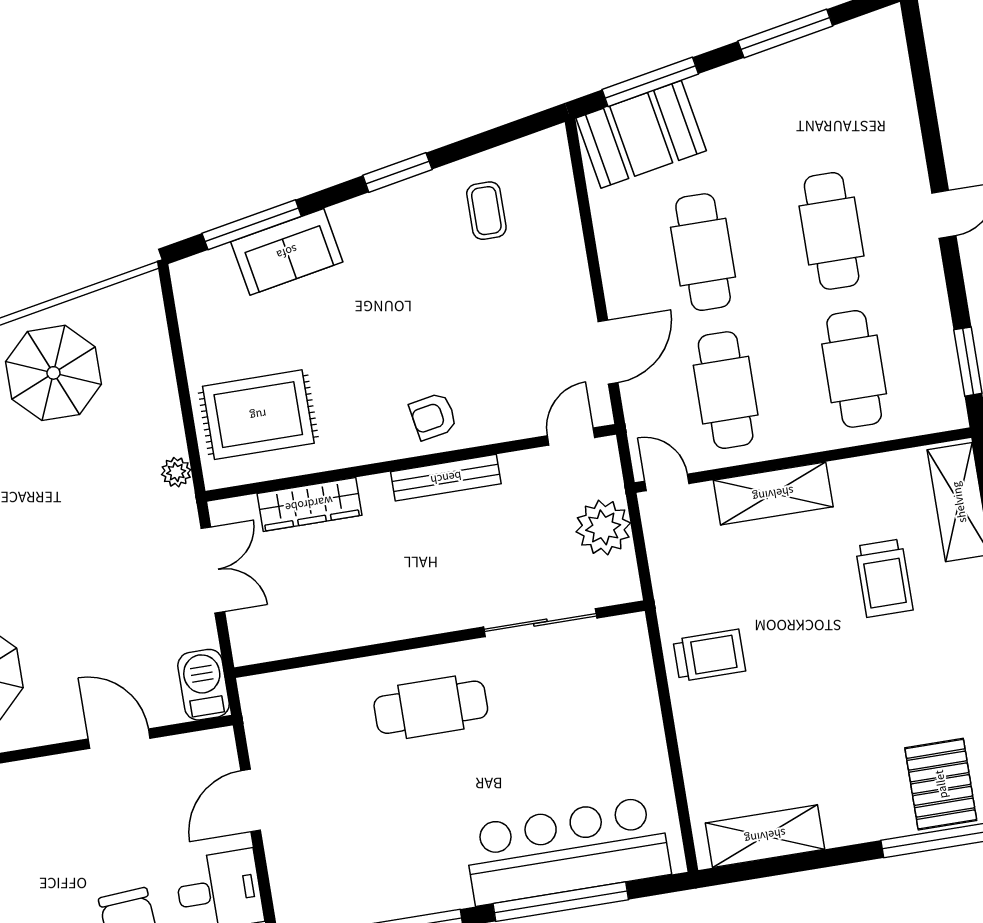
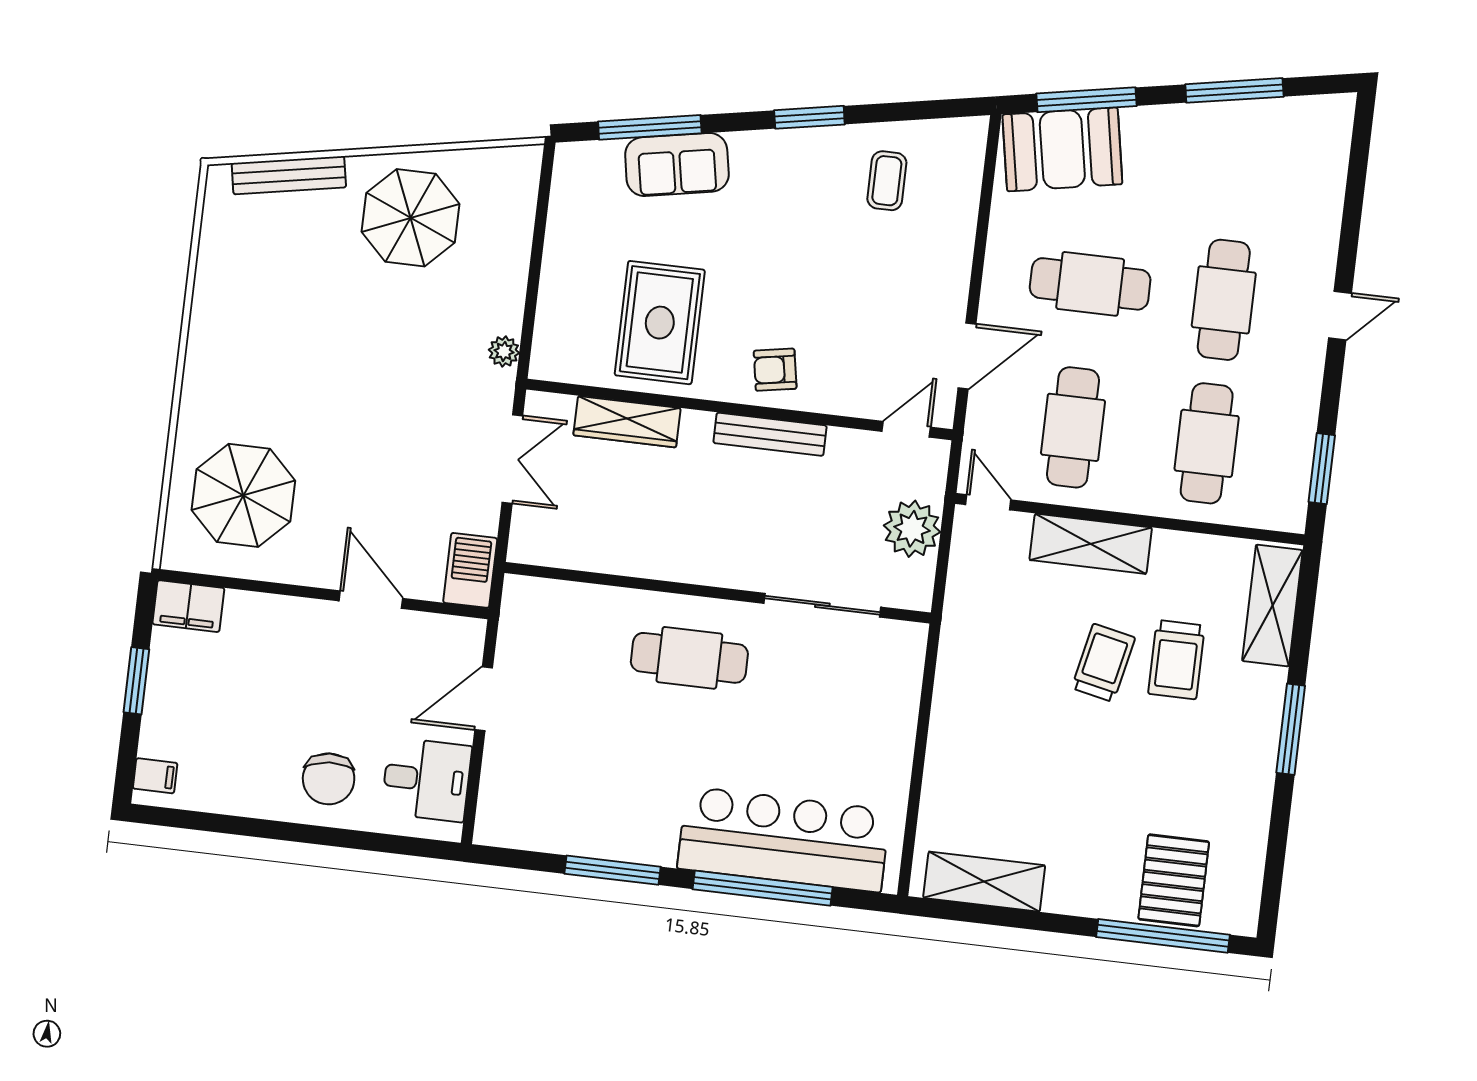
cafe table: (703, 252) -> (1090, 284), turned 90
rug: (258, 415) -> (660, 323), moved, turned 90
trolley: (709, 655) -> (1103, 663), moved, turned -78

